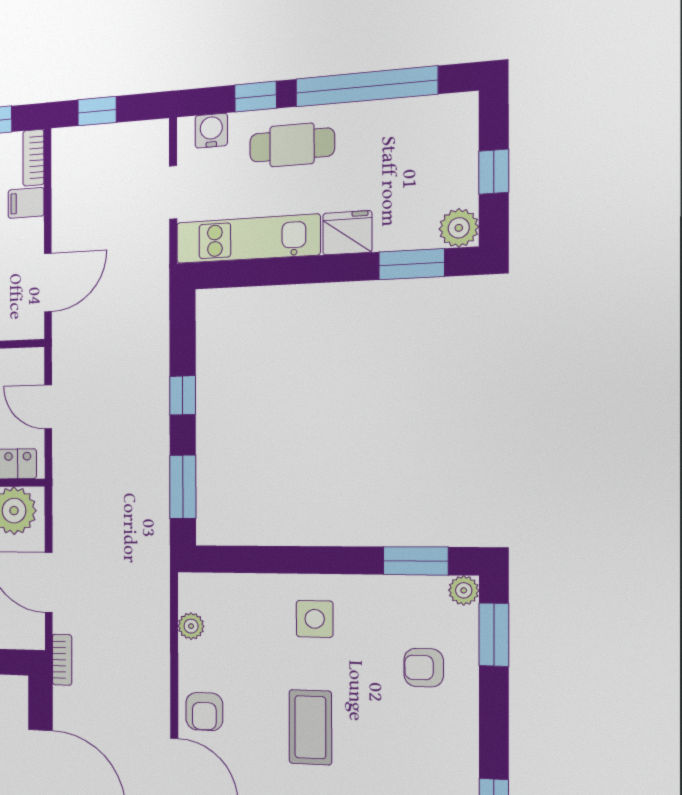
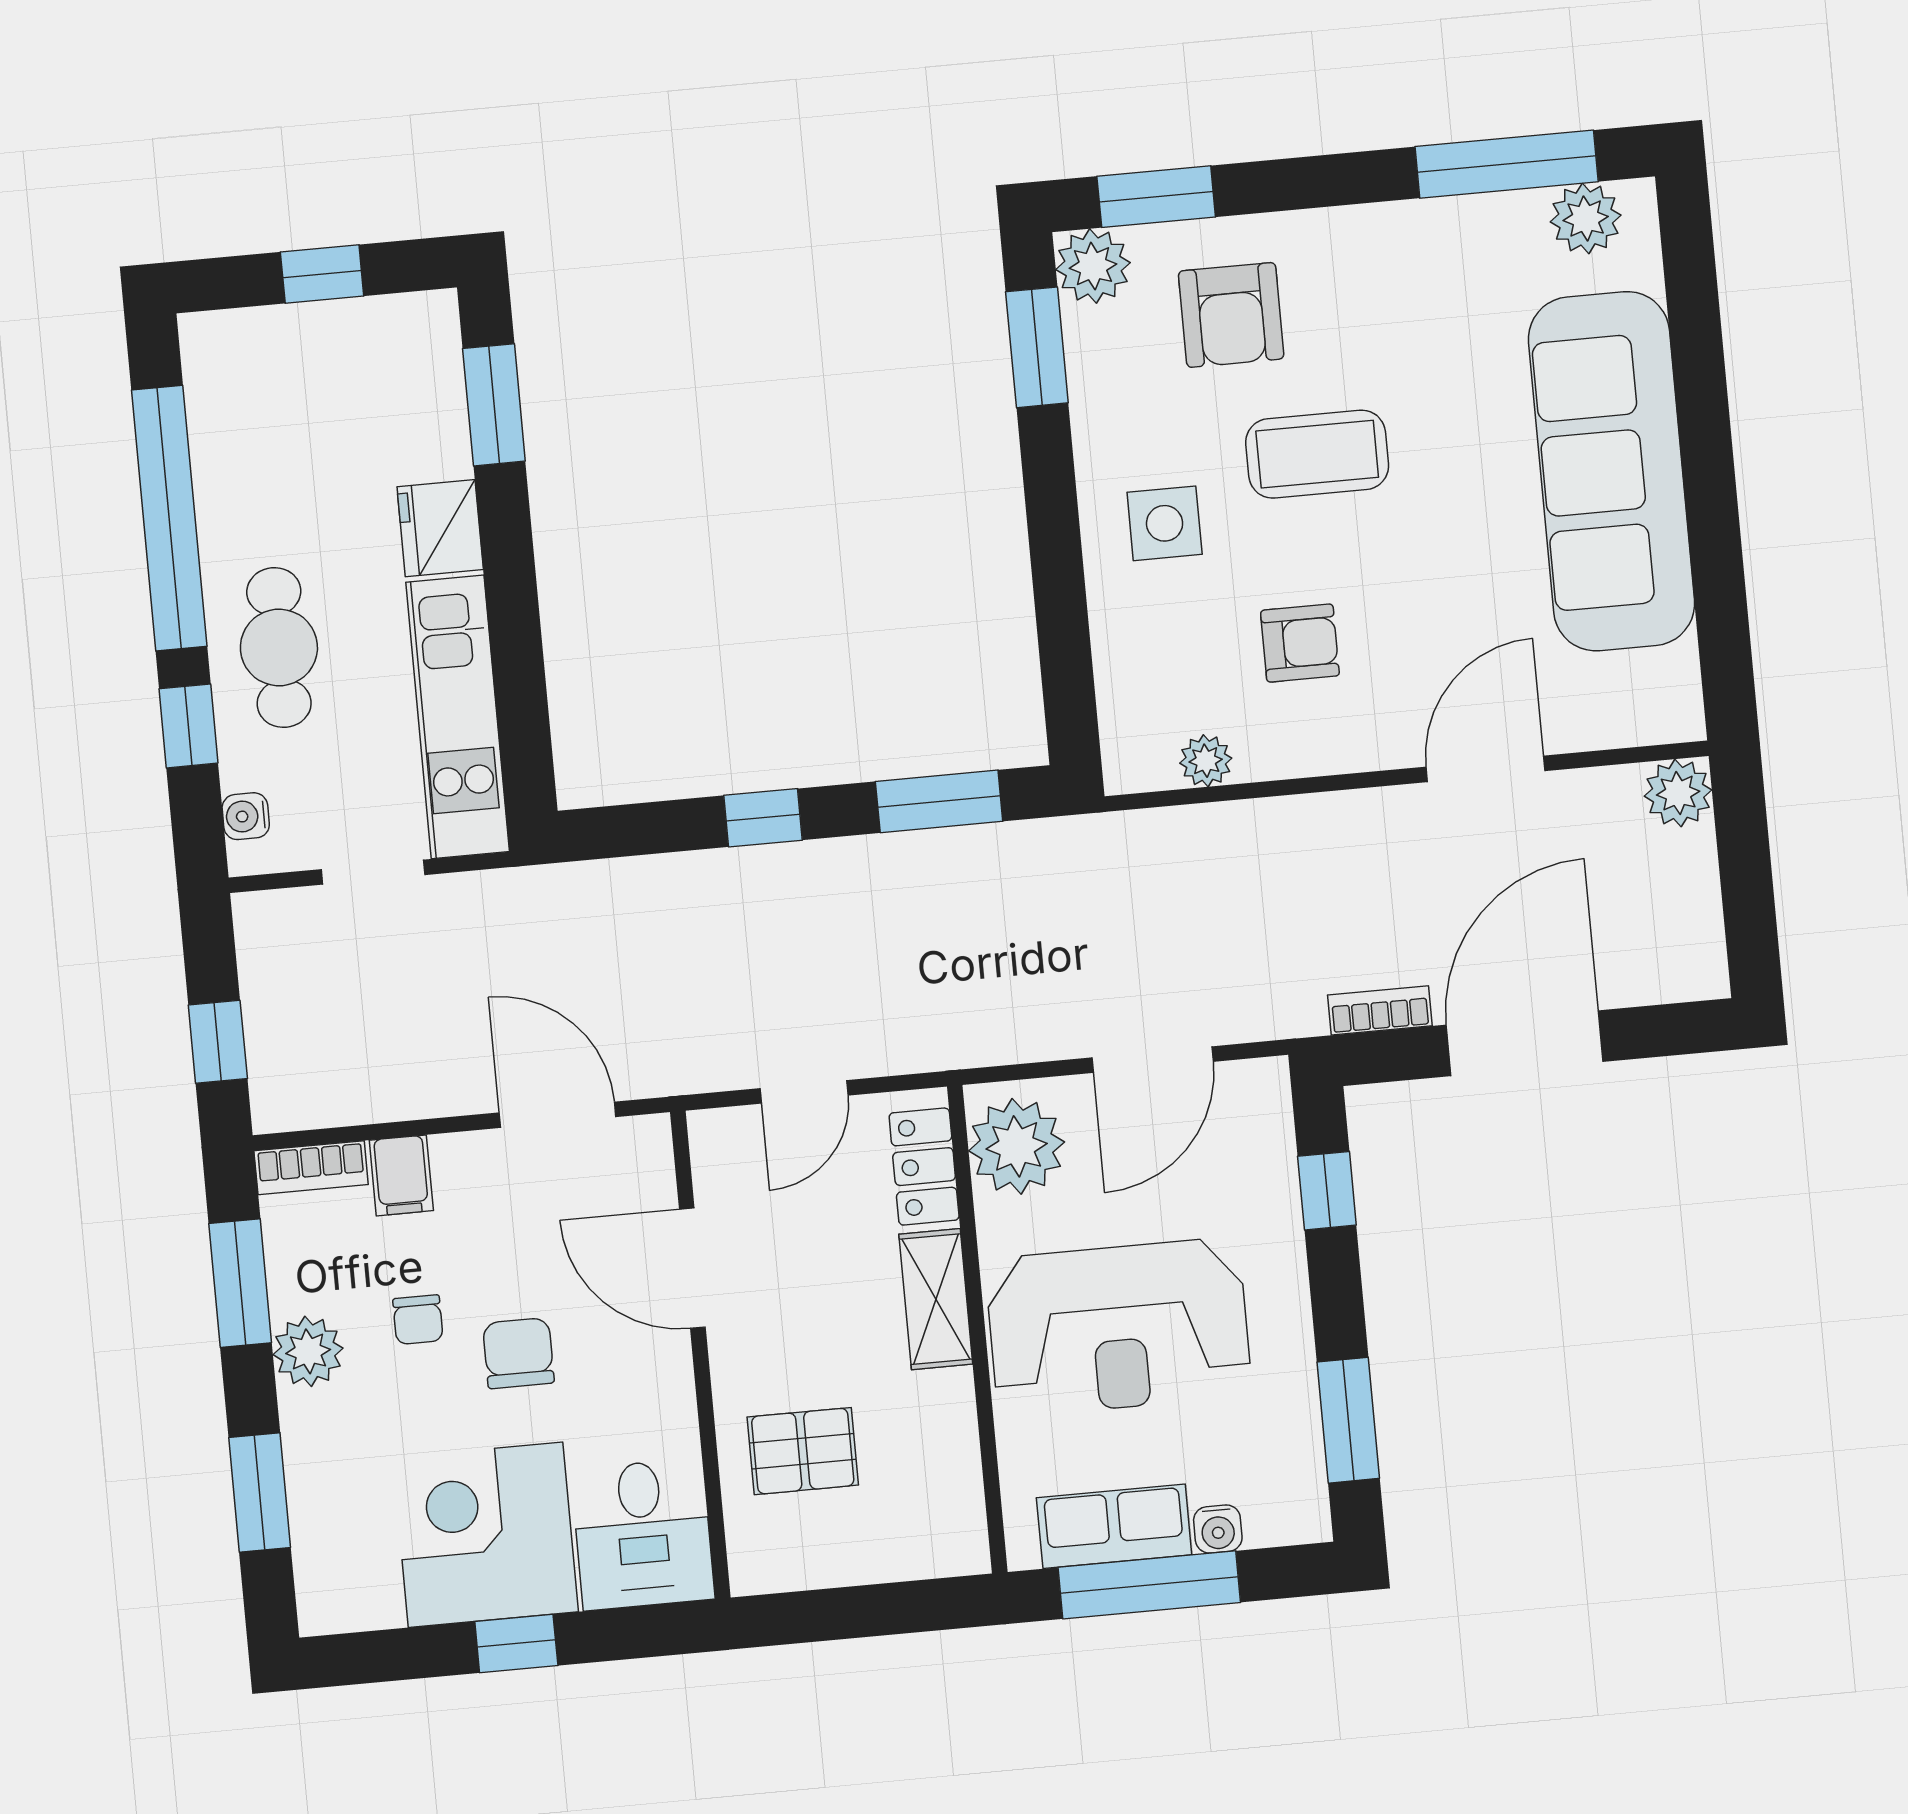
water cooler: (211, 131) -> (246, 816), width x0.72, depth x0.72
plant: (459, 228) -> (425, 326), removed
plant: (464, 590) -> (1093, 266), width x1.38, depth x1.38
bookcase: (62, 660) -> (1380, 1010), moved
armchair: (424, 668) -> (1231, 315), width x1.38, depth x1.38
armchair: (204, 712) -> (1300, 643), moved
coffee table: (310, 727) -> (1317, 454), moved

